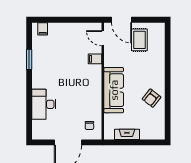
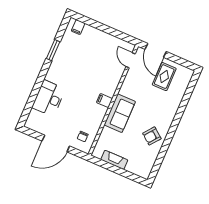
filing cabinet: (95, 59) -> (105, 101), moved
sofa: (114, 90) -> (120, 113), width x0.73

